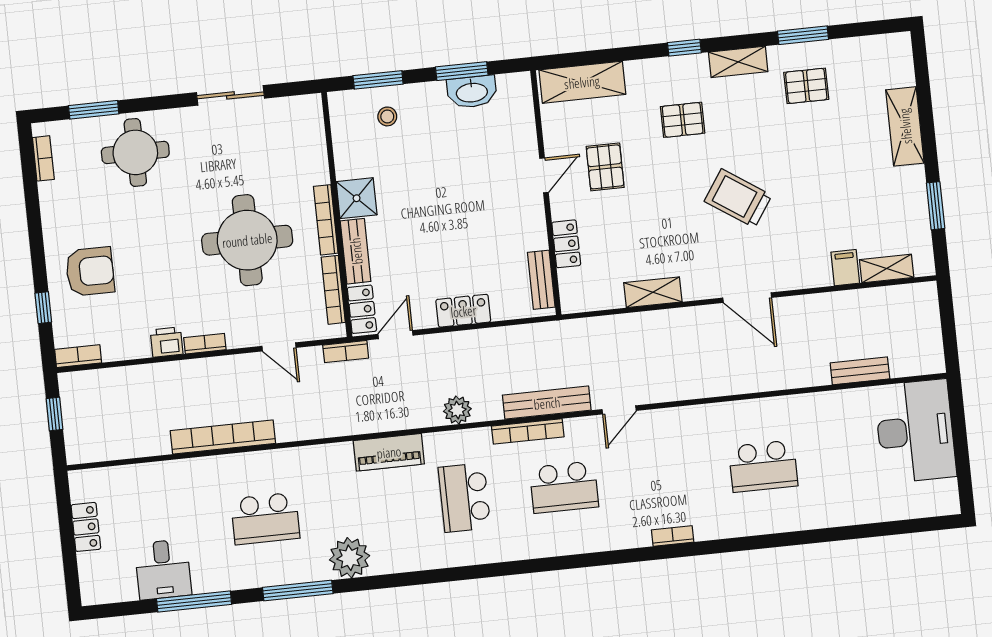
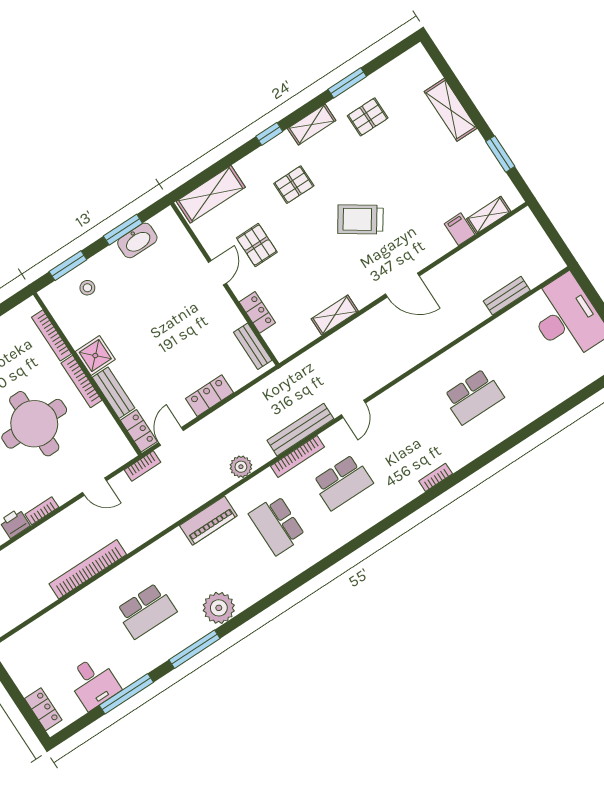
bookcase: (333, 290) -> (52, 335), moved
locker: (86, 527) -> (43, 709), moved

